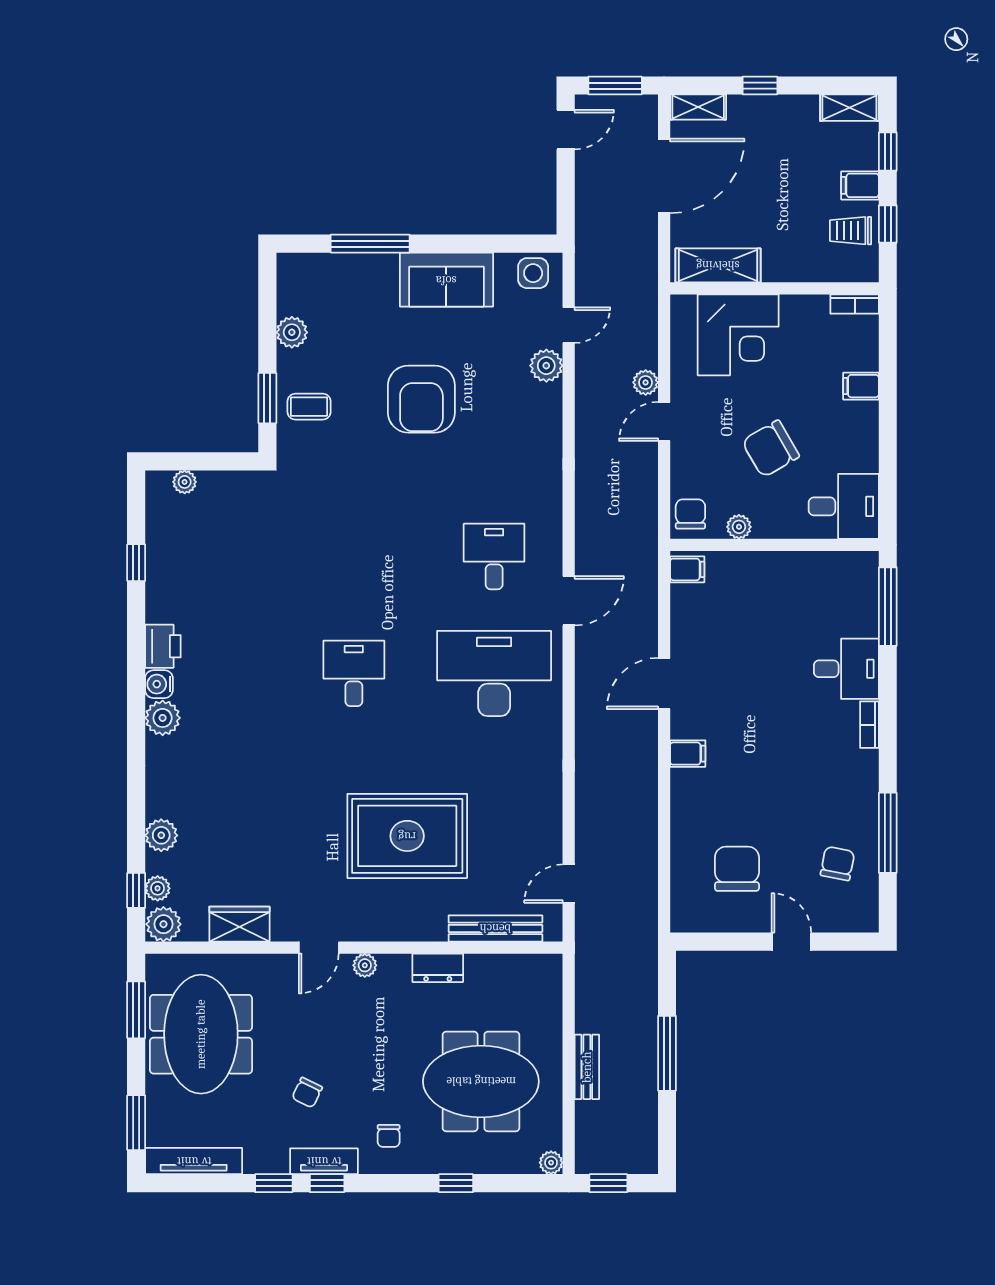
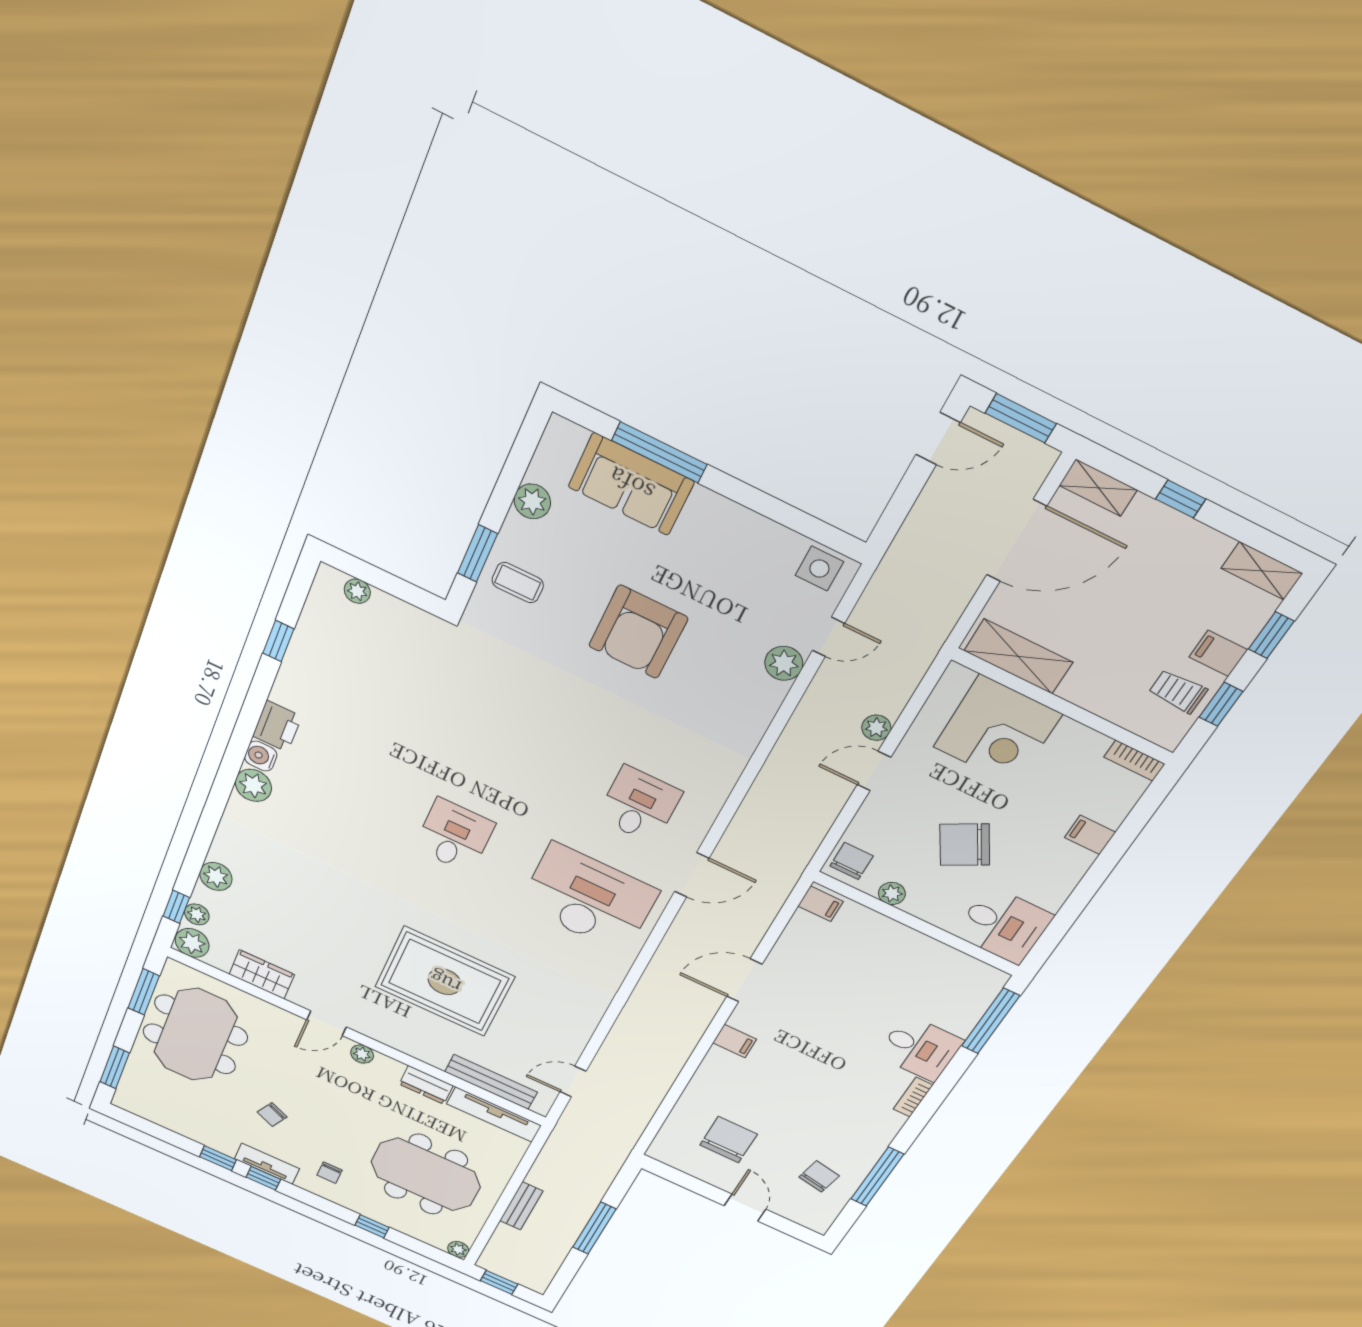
sofa: (446, 280) -> (631, 484), moved
tv unit: (194, 1161) -> (494, 1115), moved, turned 180

